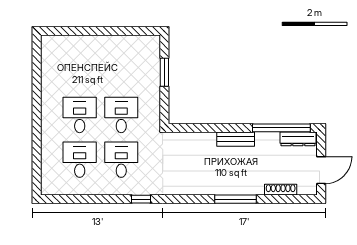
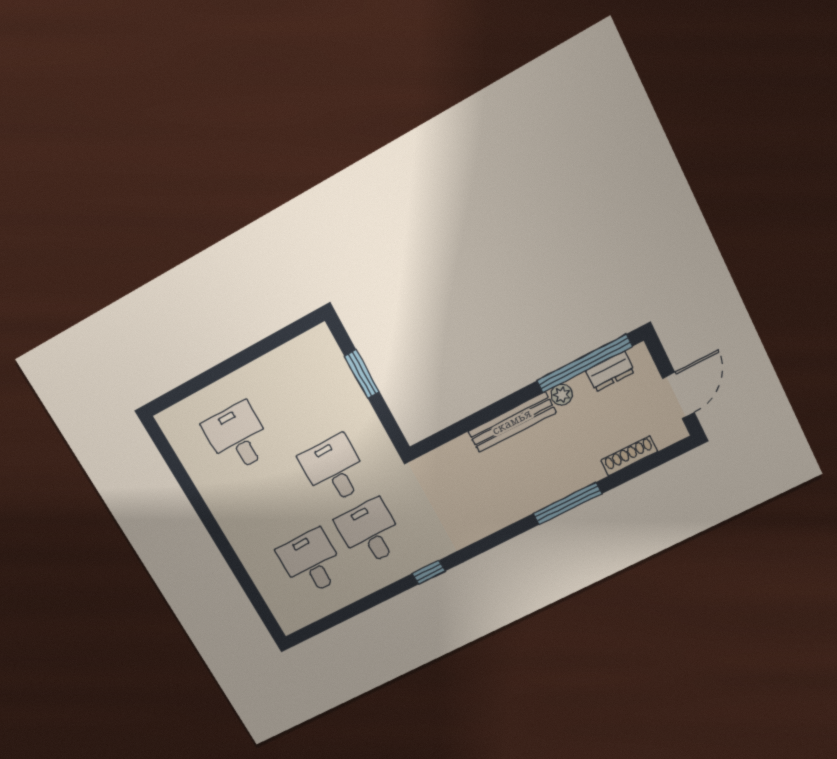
desk: (80, 115) -> (238, 437), moved
plant: (262, 138) -> (562, 395), added
bench: (236, 139) -> (512, 422), width x1.36
dresser: (298, 139) -> (610, 371), width x0.70

